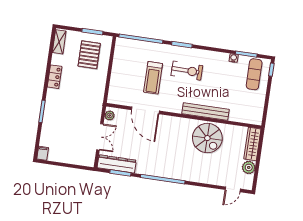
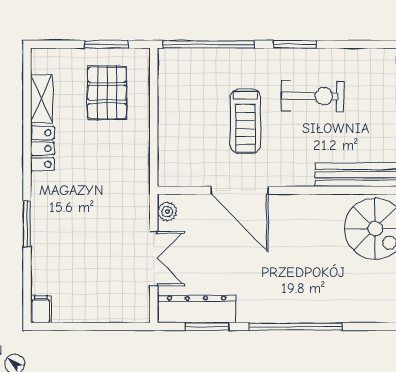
shelving: (59, 42) -> (42, 99), moved

